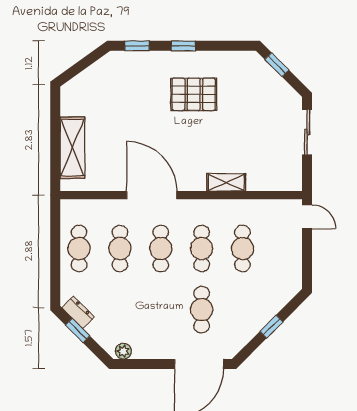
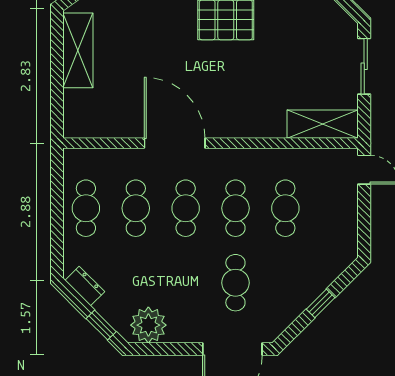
shelving: (72, 148) -> (78, 50), moved
shelving: (226, 182) -> (323, 124), moved, width x1.50, depth x1.33
window: (78, 330) -> (101, 325), moved
plant: (123, 351) -> (148, 325), width x1.87, depth x1.87

